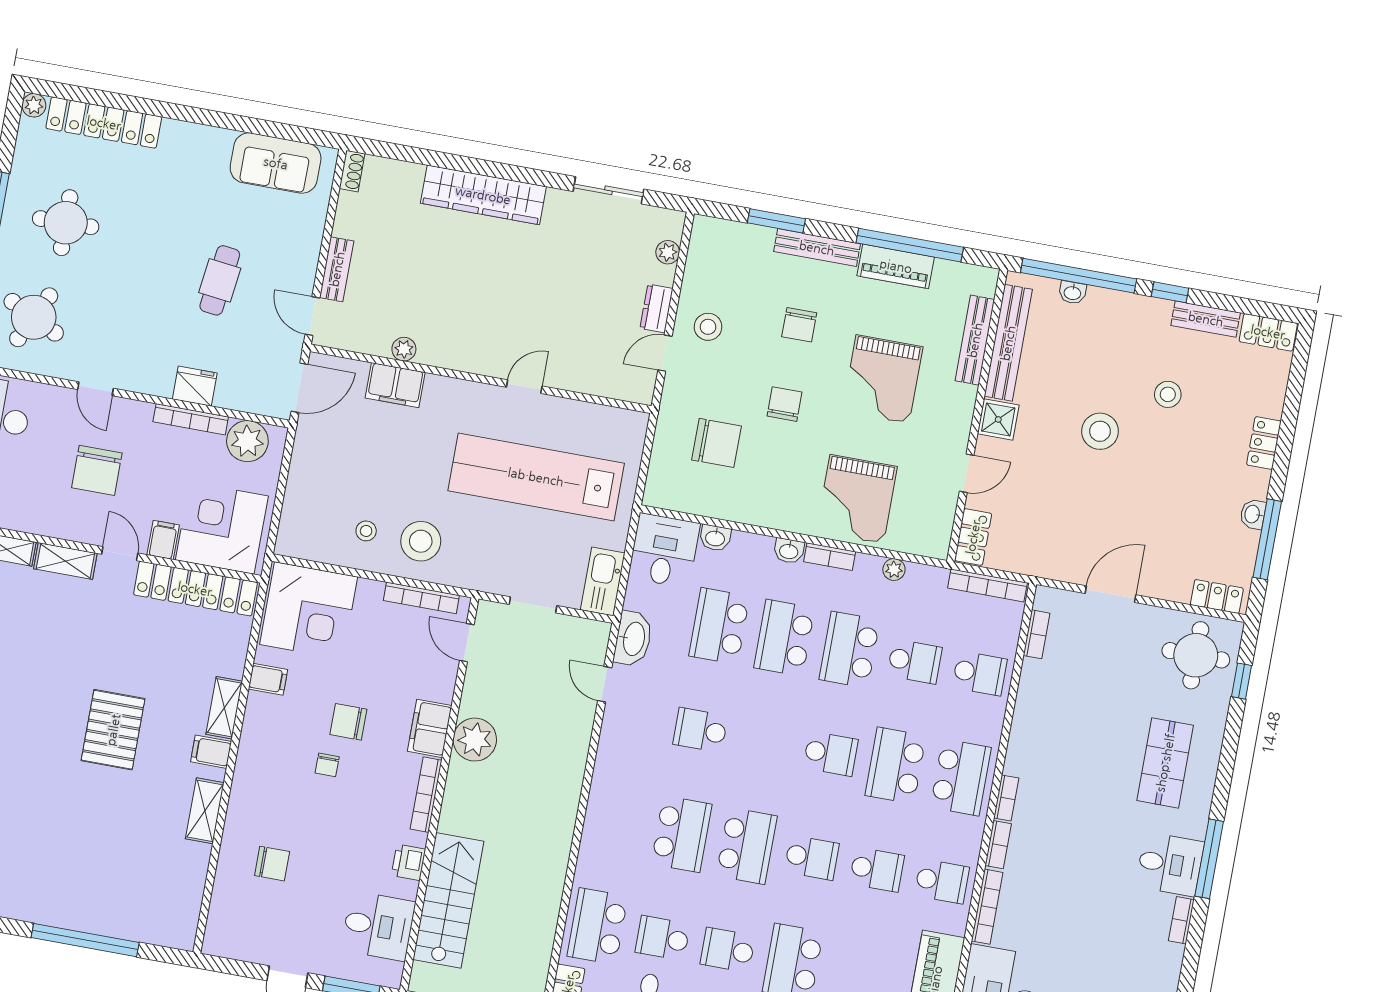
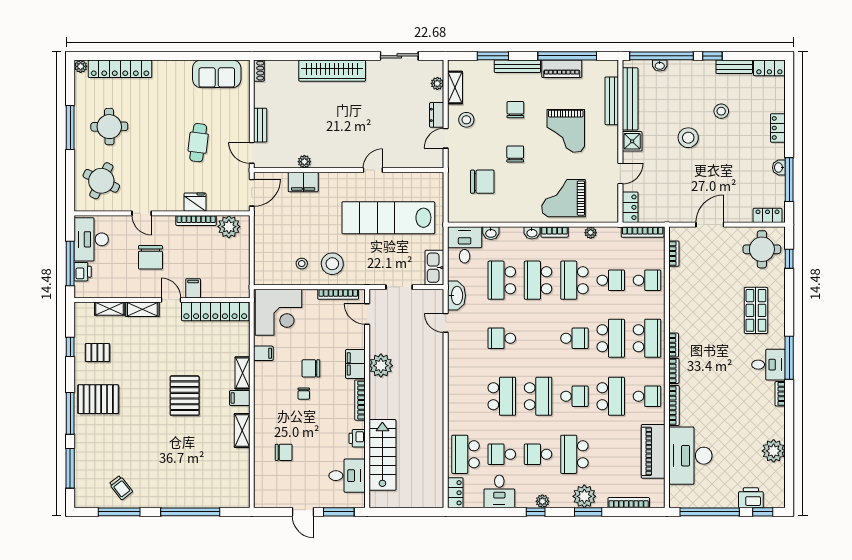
shelving: (698, 265) -> (455, 88), added
chair: (799, 325) -> (515, 110), turned 180
grand piano: (857, 499) -> (563, 198), turned 90
corner desk: (222, 528) -> (224, 276), removed
school desk: (896, 766) -> (611, 338), turned 180
school desk: (877, 870) -> (611, 396), width x1.85

